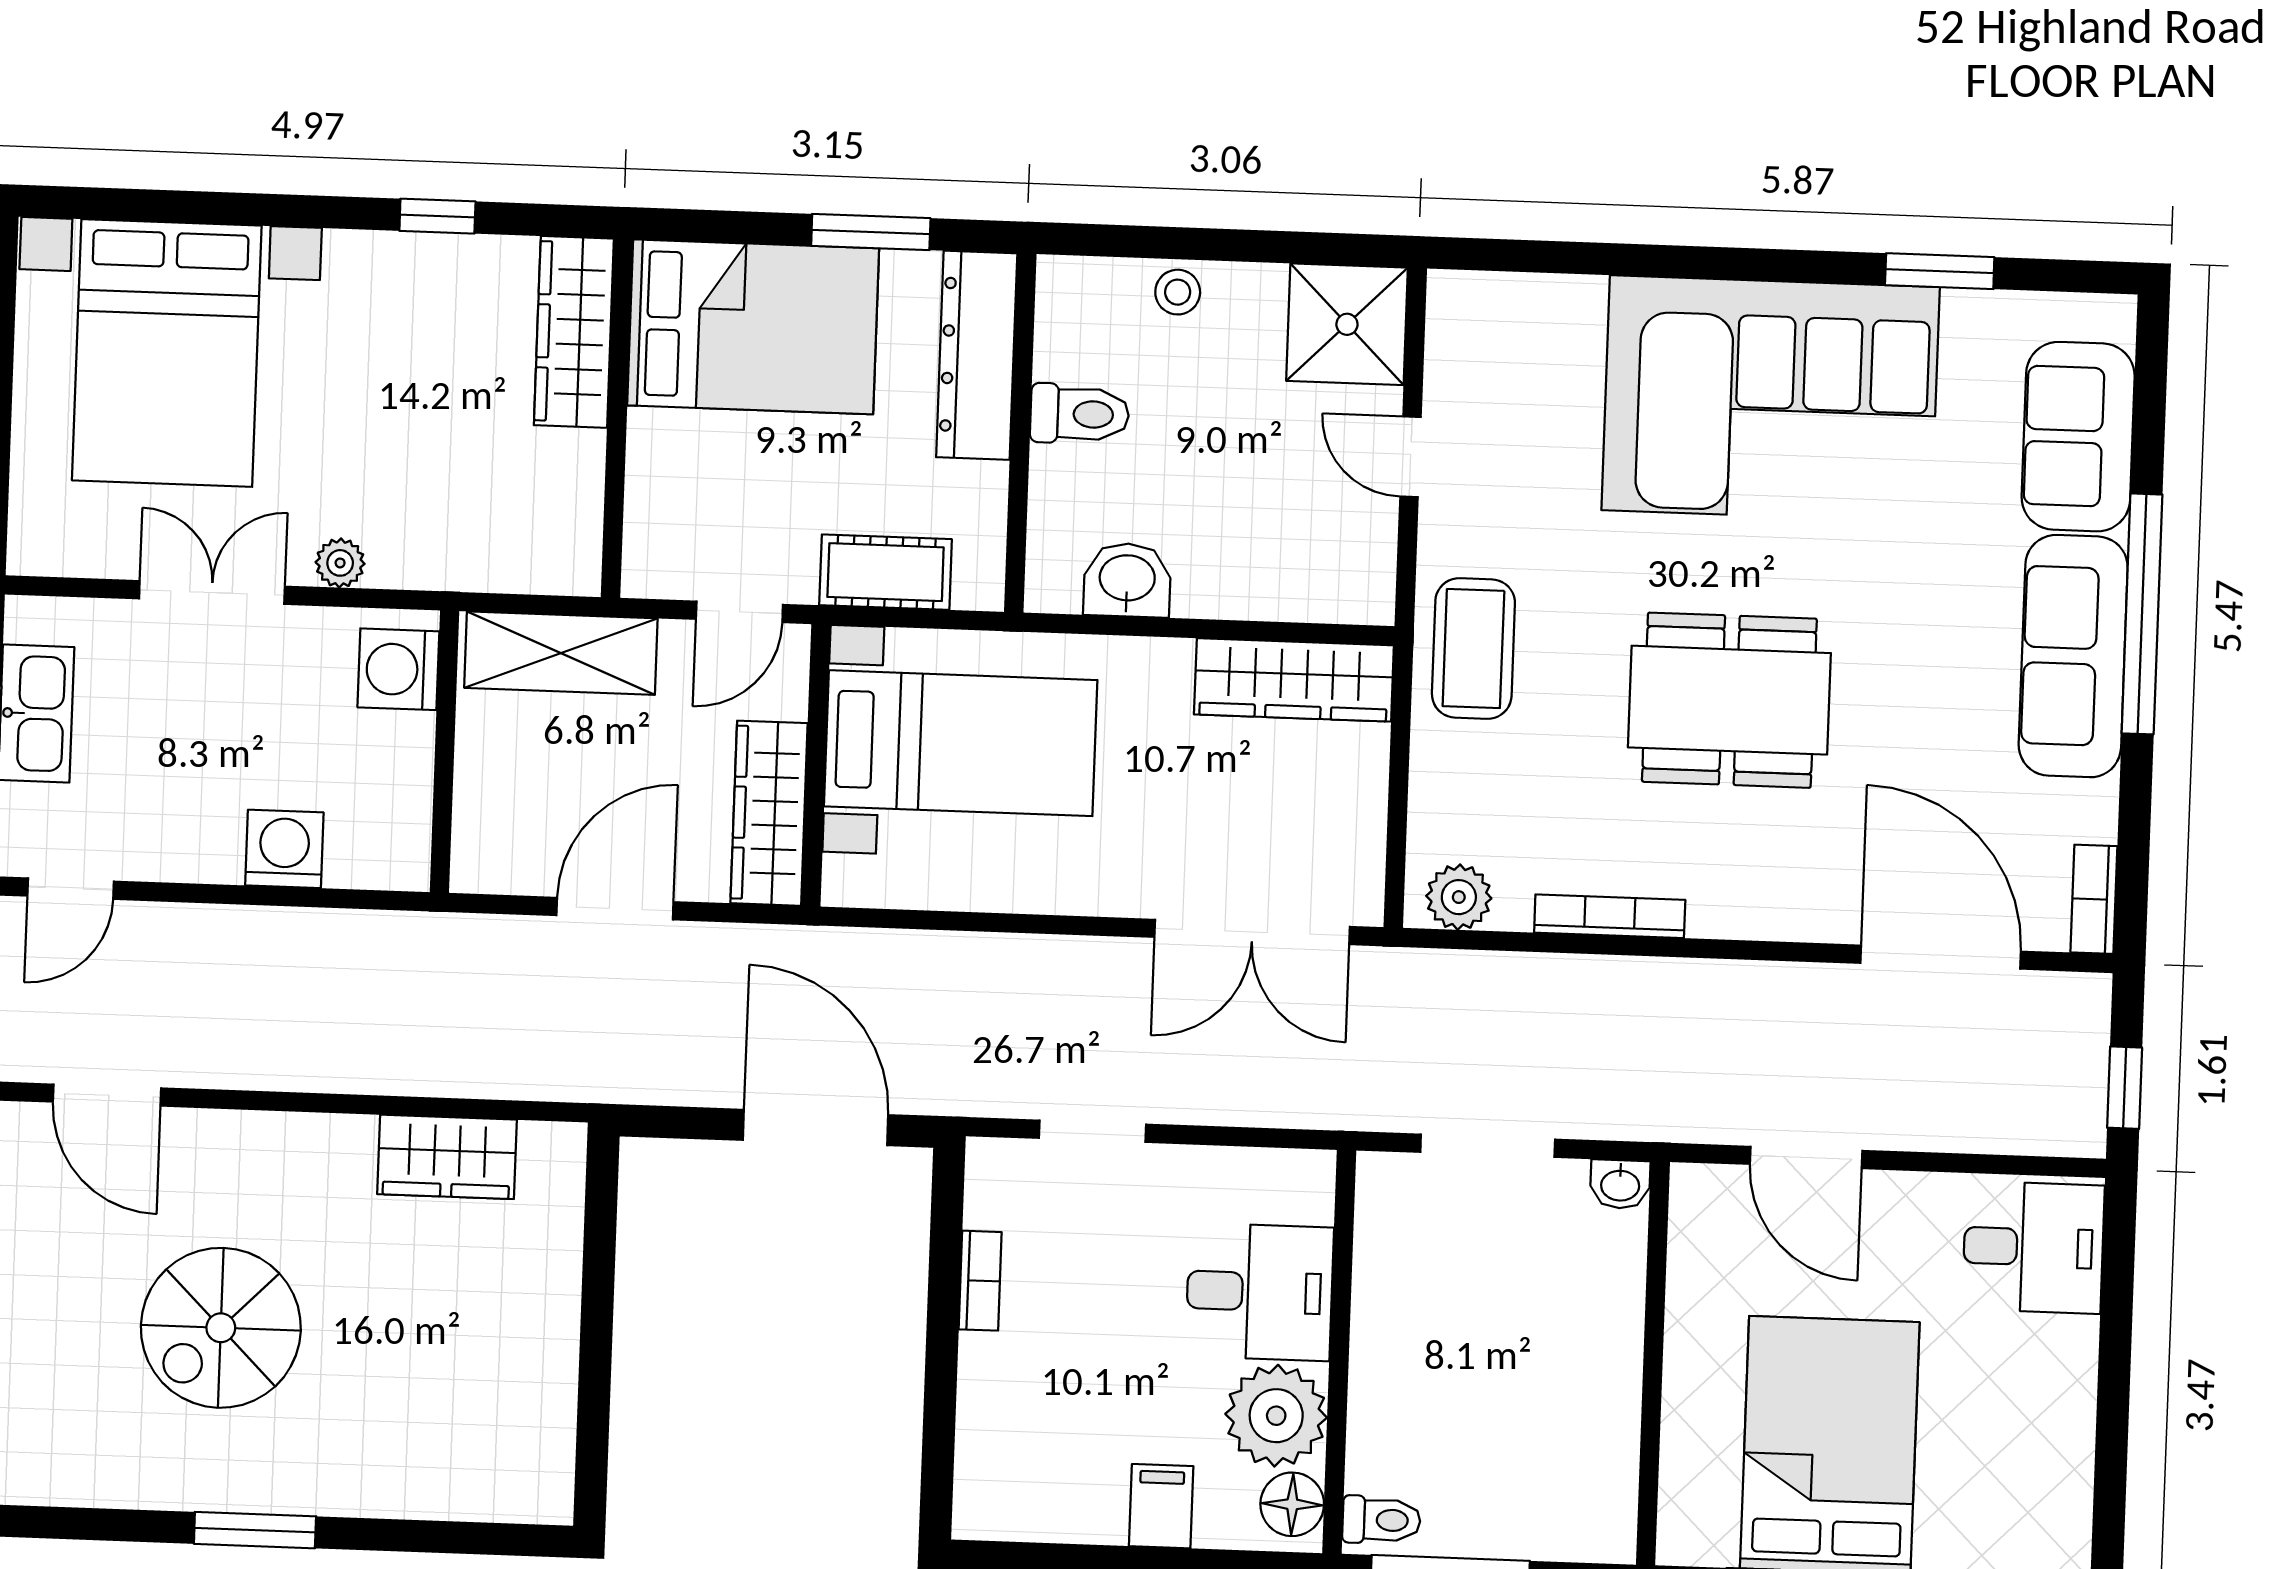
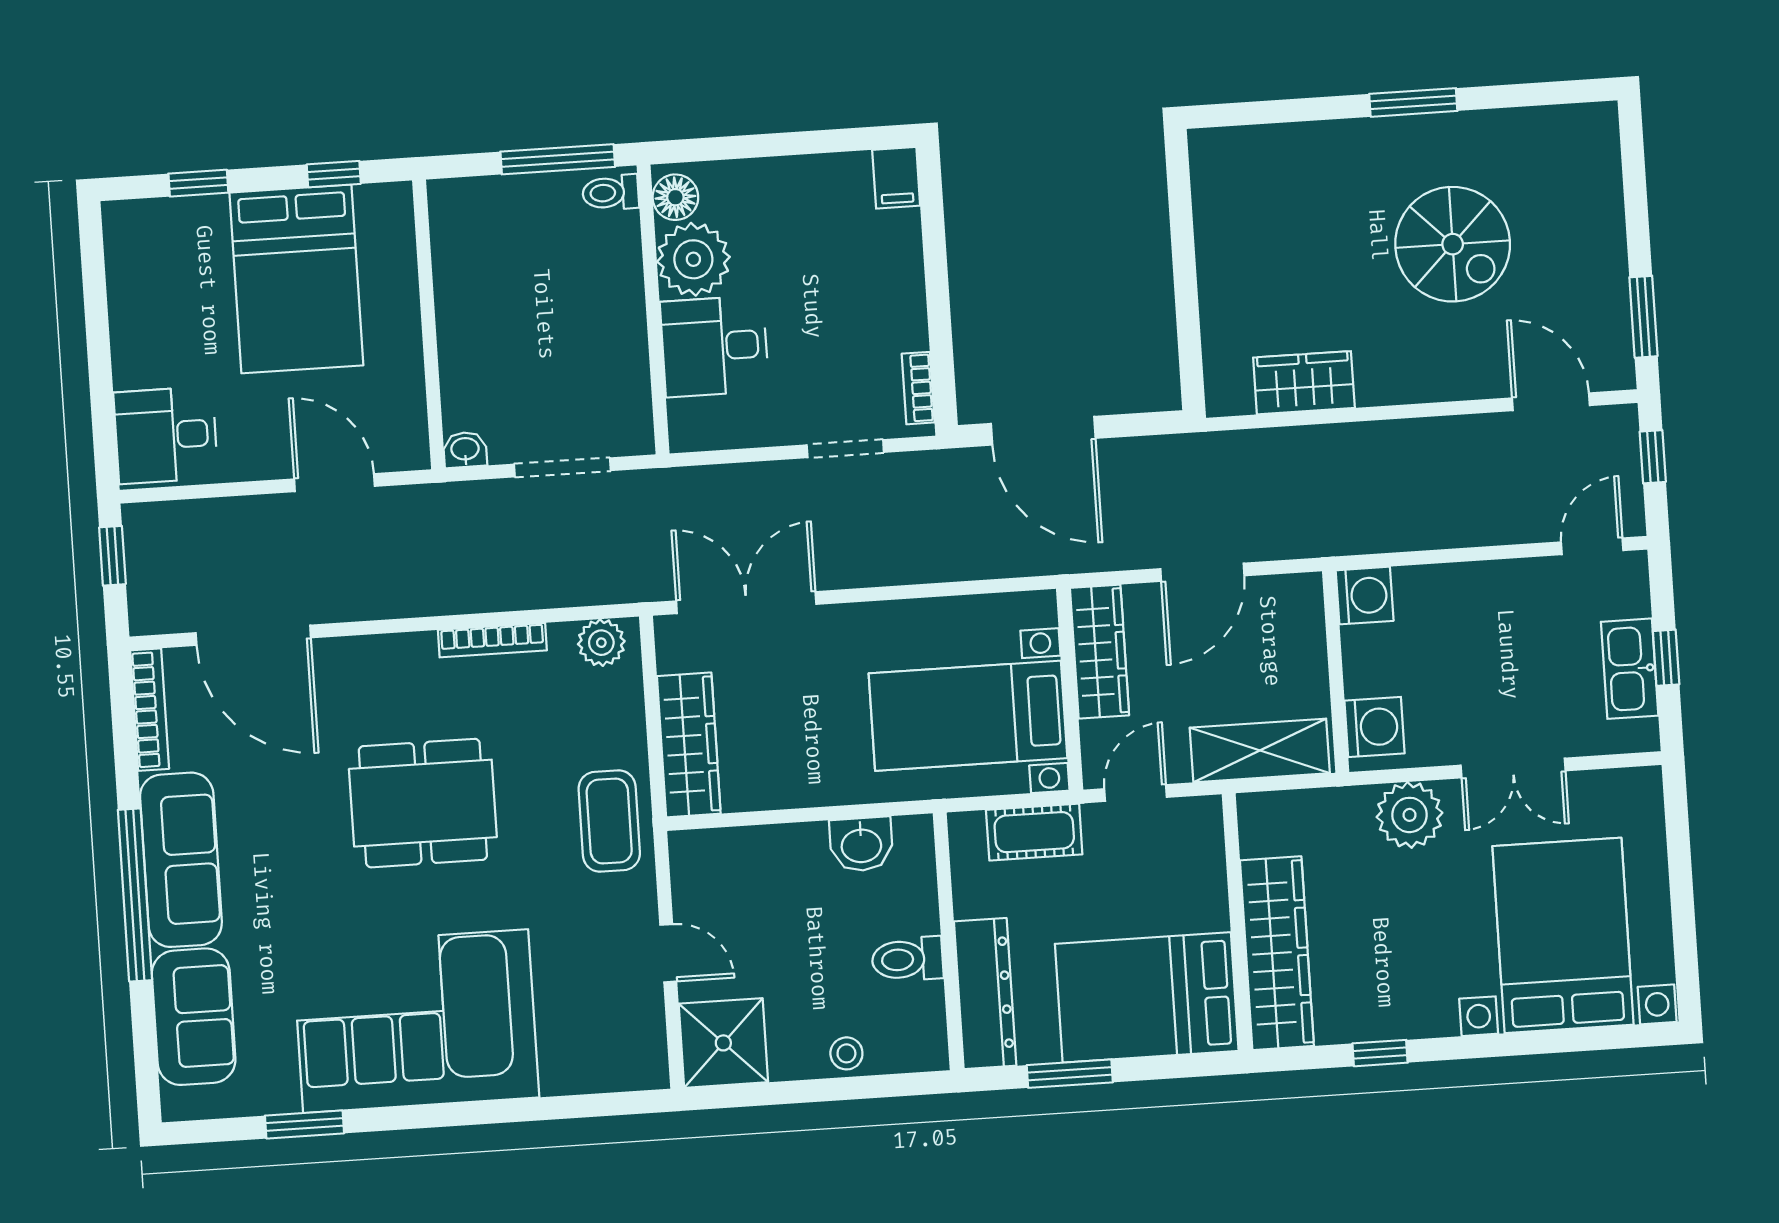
wardrobe: (574, 332) -> (1277, 953), width x1.40, depth x1.17
plant: (340, 563) -> (1410, 815), width x1.87, depth x1.87
wardrobe: (1294, 680) -> (689, 745), moved, turned 90
washing machine: (284, 849) -> (1365, 596), moved, turned -90
bookcase: (2094, 899) -> (150, 710), width x1.56
bookcase: (980, 1281) -> (918, 388), moved
spiral stairs: (221, 1328) -> (1453, 244), turned 90
filing cabinet: (1161, 1506) -> (896, 178), moved

